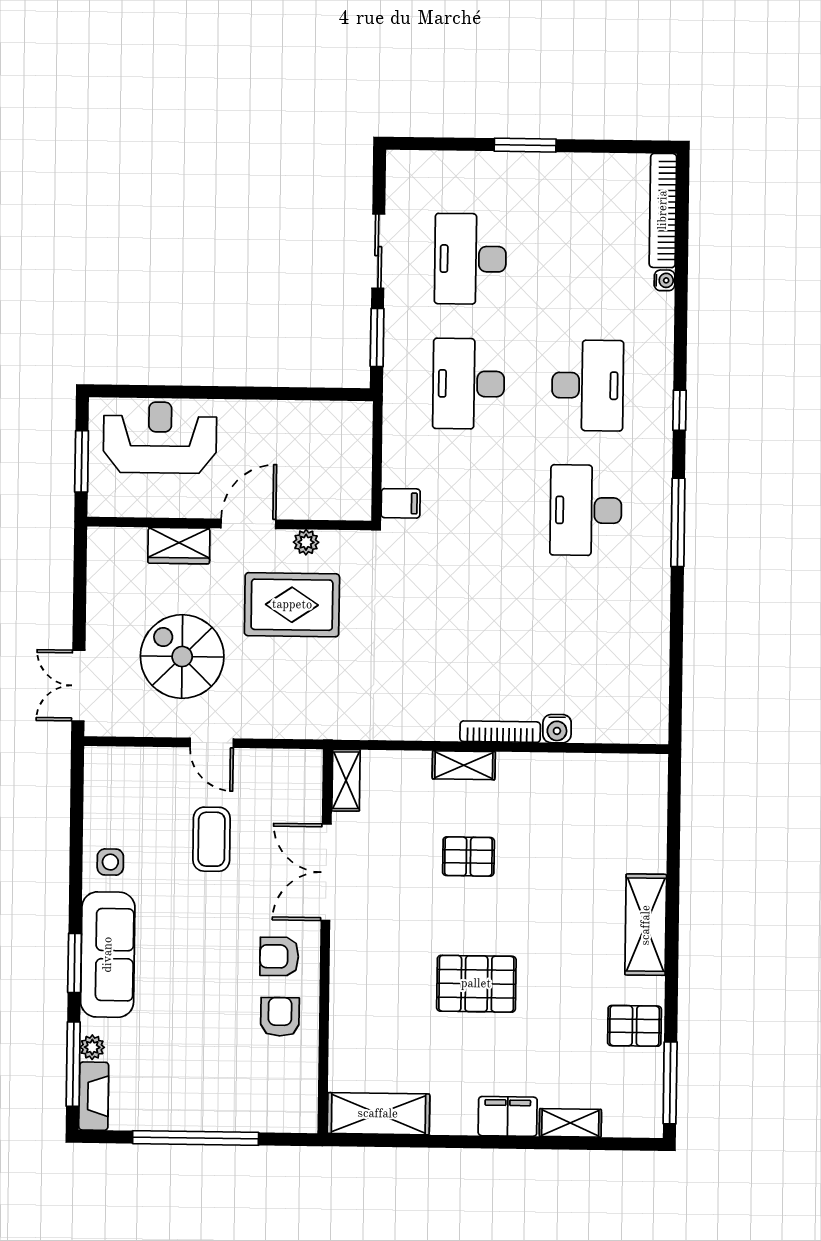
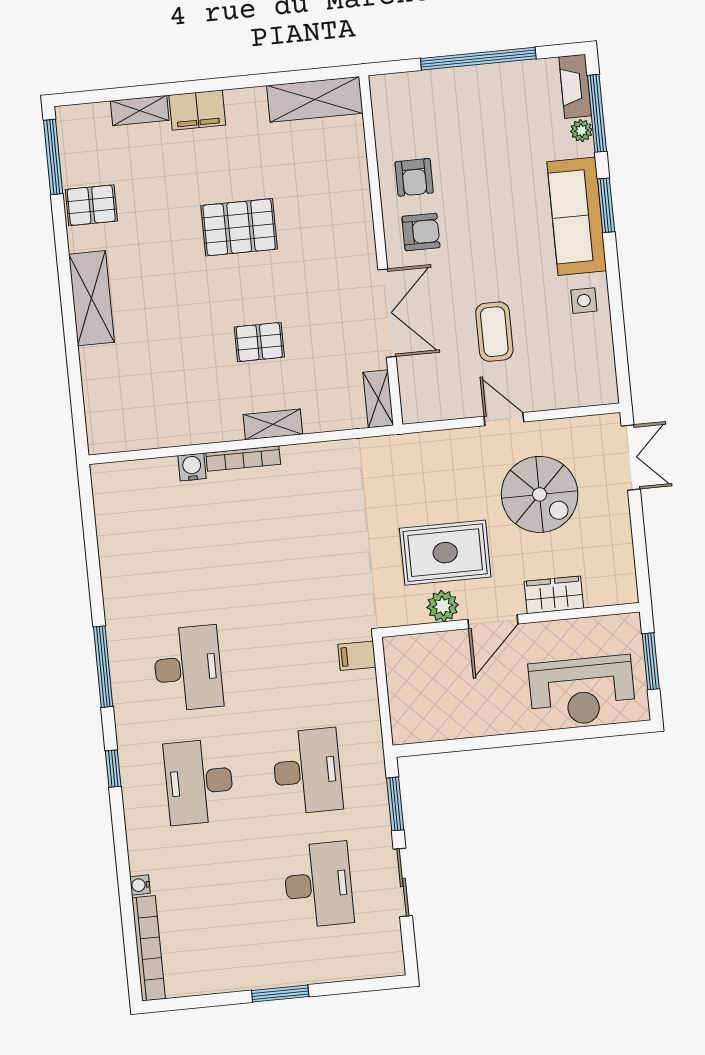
plant: (306, 542) -> (443, 606), width x1.38, depth x1.38

